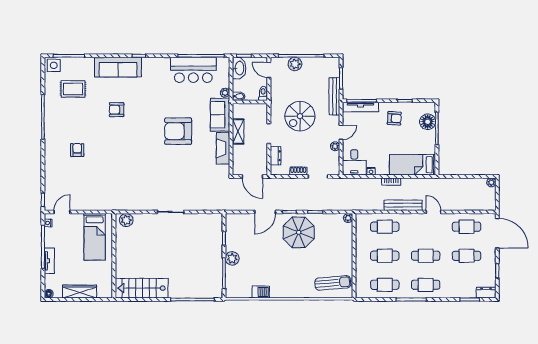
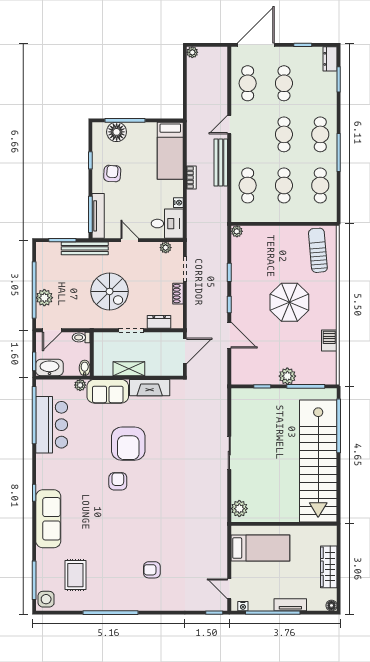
armchair: (117, 110) -> (118, 481), moved, turned 180
plant: (335, 146) -> (166, 248), moved
parasol: (299, 232) -> (289, 302), moved
stairs: (142, 288) -> (318, 461), width x1.86, depth x1.51

